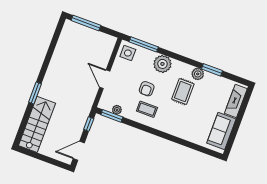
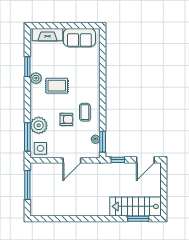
window: (86, 23) -> (27, 185), moved
plant: (162, 64) -> (39, 125), moved
window: (35, 93) -> (138, 219), moved
door: (79, 151) -> (145, 160), hinge flipped

